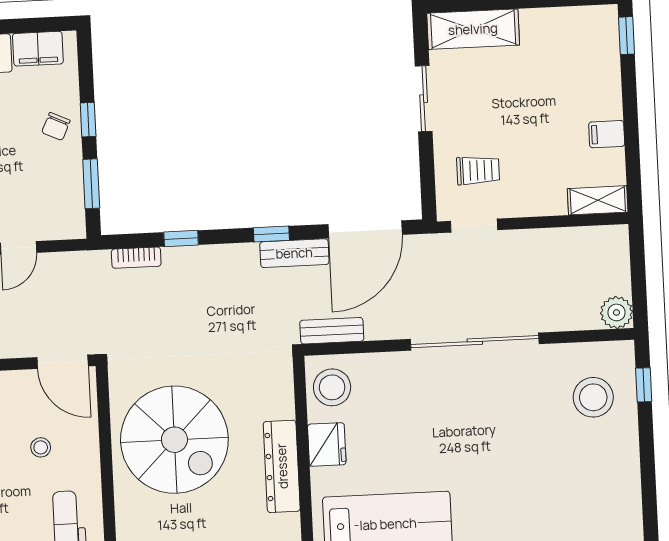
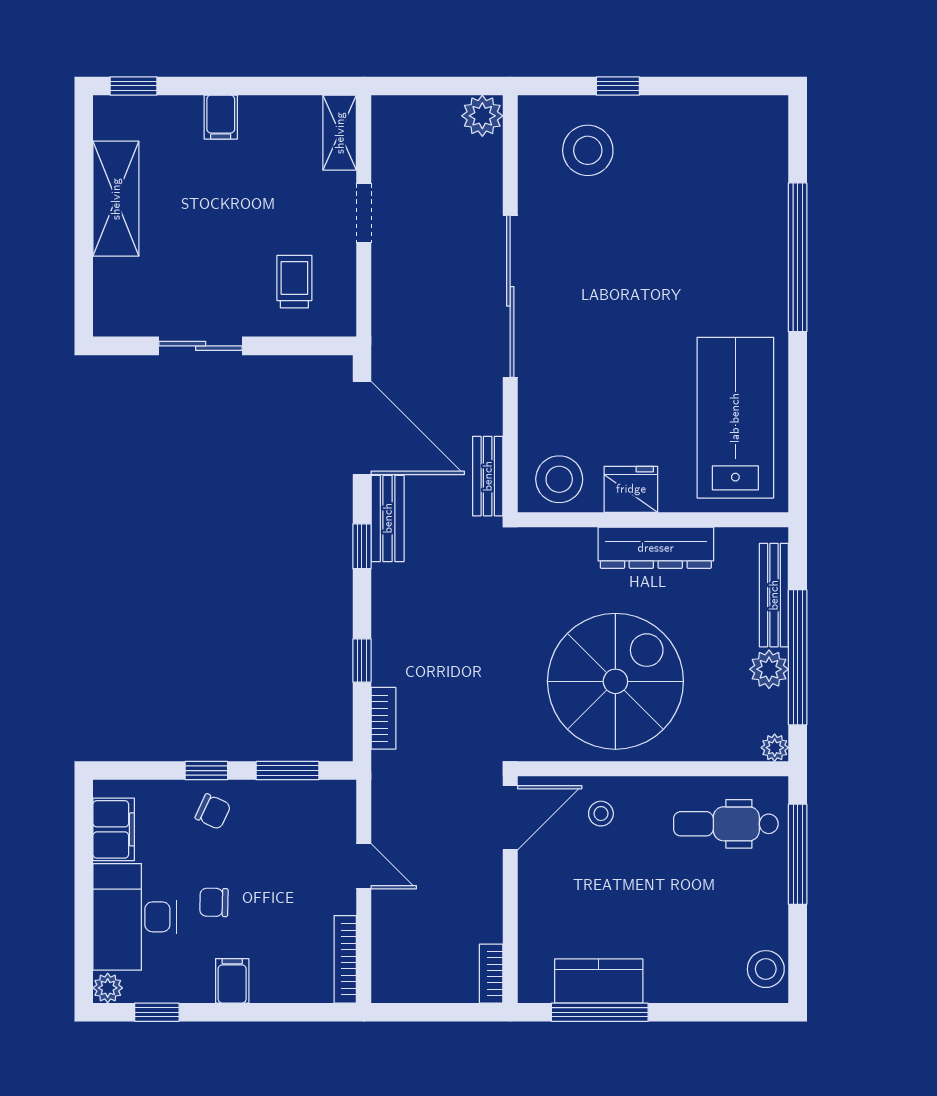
shelving: (473, 29) -> (116, 199), moved
filing cabinet: (607, 134) -> (221, 117), moved
doorway: (474, 226) -> (364, 213), moved
window: (644, 385) -> (618, 86), moved
stool: (41, 447) -> (601, 814), moved

